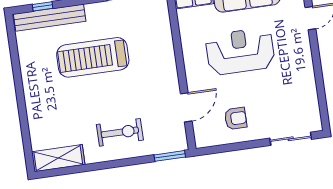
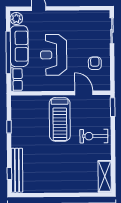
treadmill: (93, 57) -> (60, 119), moved
exercise bike: (120, 132) -> (94, 136), turned -90

